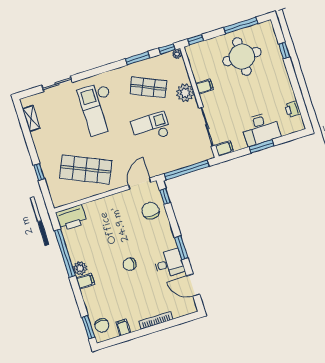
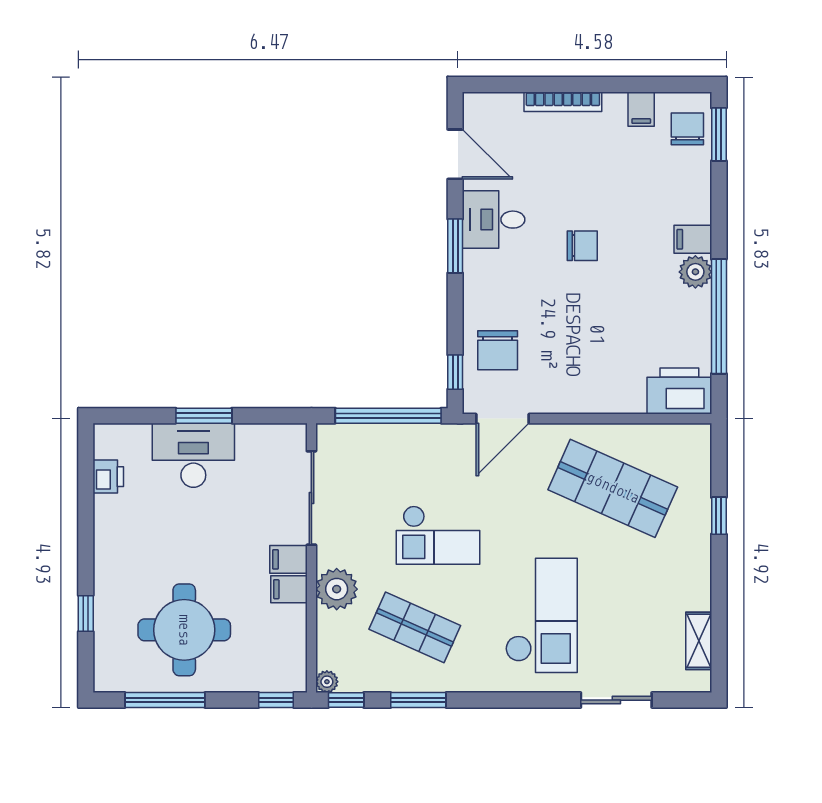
filing cabinet: (224, 149) -> (288, 559), moved

